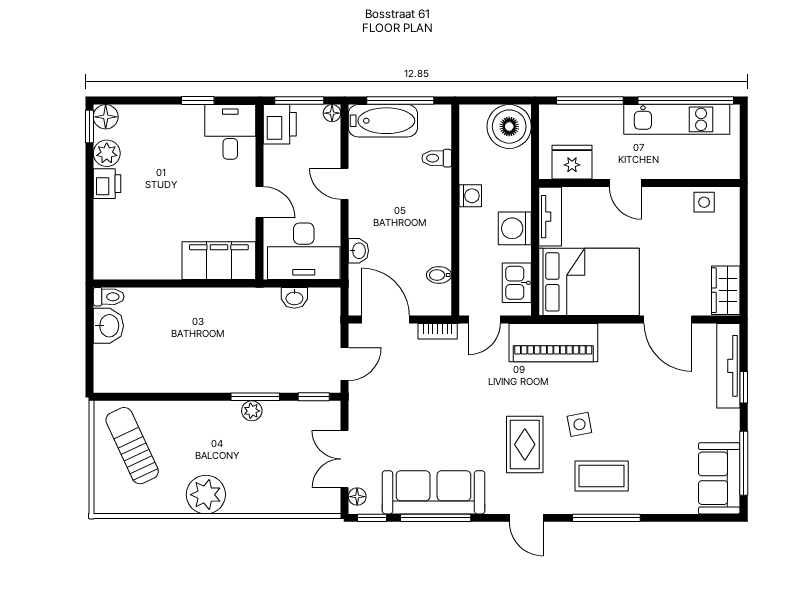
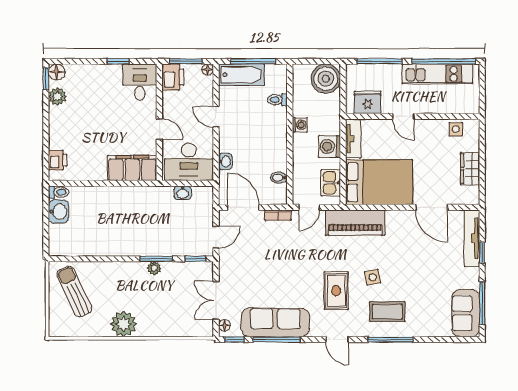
printer: (107, 184) -> (58, 160), moved
wardrobe: (726, 290) -> (470, 169), moved

